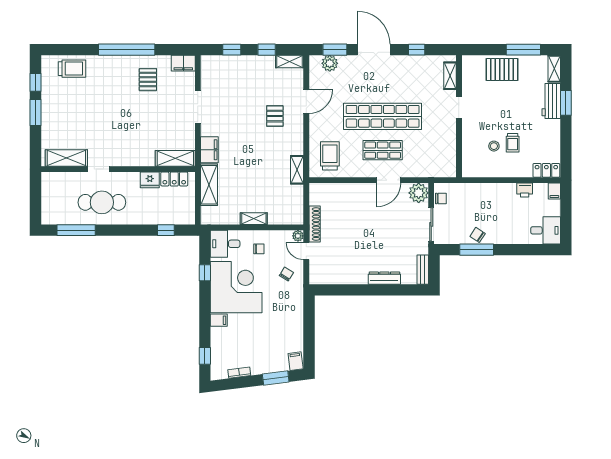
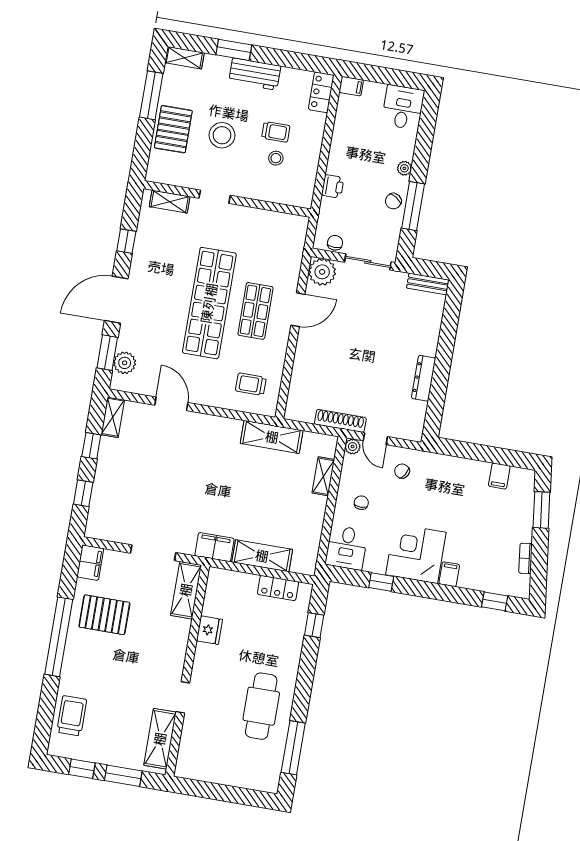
pallet: (148, 80) -> (104, 615), width x1.50, depth x1.42
workbench: (551, 101) -> (255, 74), moved
stool: (504, 105) -> (222, 135), added
pallet: (275, 116) -> (184, 450), removed
trolley: (330, 156) -> (251, 384), width x0.73, depth x0.72
shelving: (66, 158) -> (160, 739), moved
shelving: (175, 158) -> (186, 590), moved
doorway: (99, 169) -> (183, 697), moved
wall: (118, 169) -> (187, 671), moved
shelving: (297, 170) -> (272, 437), width x1.50, depth x1.33
locker: (174, 179) -> (278, 588), moved, turned 90
fridge: (150, 180) -> (210, 630), moved
door: (389, 180) -> (298, 310), hinge flipped
printer: (525, 190) -> (333, 186), moved
shelving: (254, 219) -> (323, 476), moved
plant: (502, 239) -> (404, 168), added
door: (306, 251) -> (375, 439), hinge flipped
dresser: (384, 278) -> (424, 378), moved
corner desk: (236, 287) -> (416, 554), width x0.74, depth x0.74
filing cabinet: (296, 361) -> (499, 476), moved, turned -83

